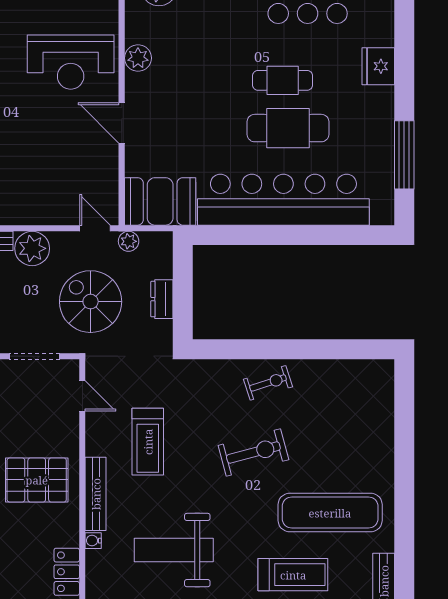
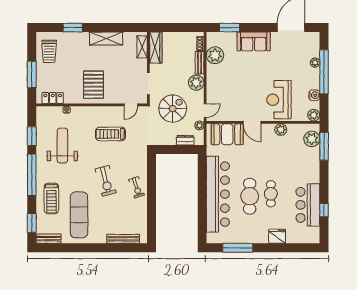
door: (122, 123) -> (252, 122), swing flipped
booth: (160, 201) -> (227, 134), moved, turned 90
dresser: (162, 299) -> (185, 140), moved
bench: (96, 494) -> (123, 239), moved

